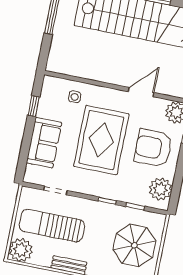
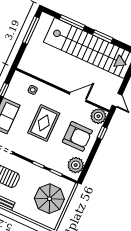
rug: (101, 140) -> (44, 123), width x0.73, depth x0.69
armchair: (153, 148) -> (77, 136), turned 180

